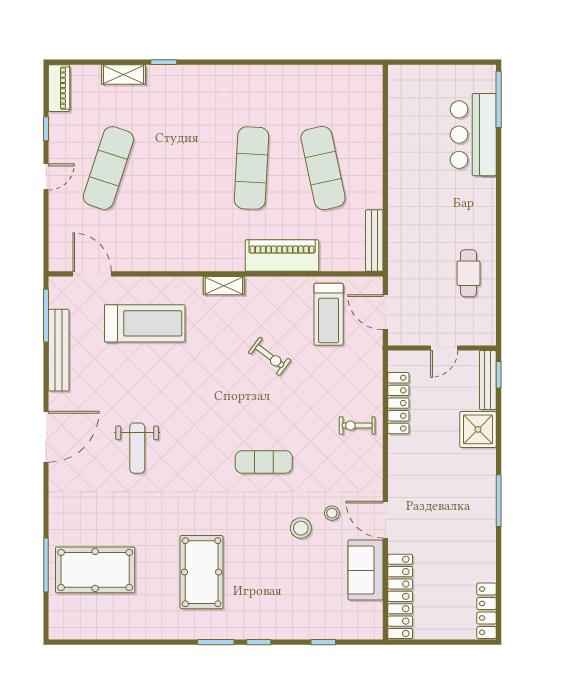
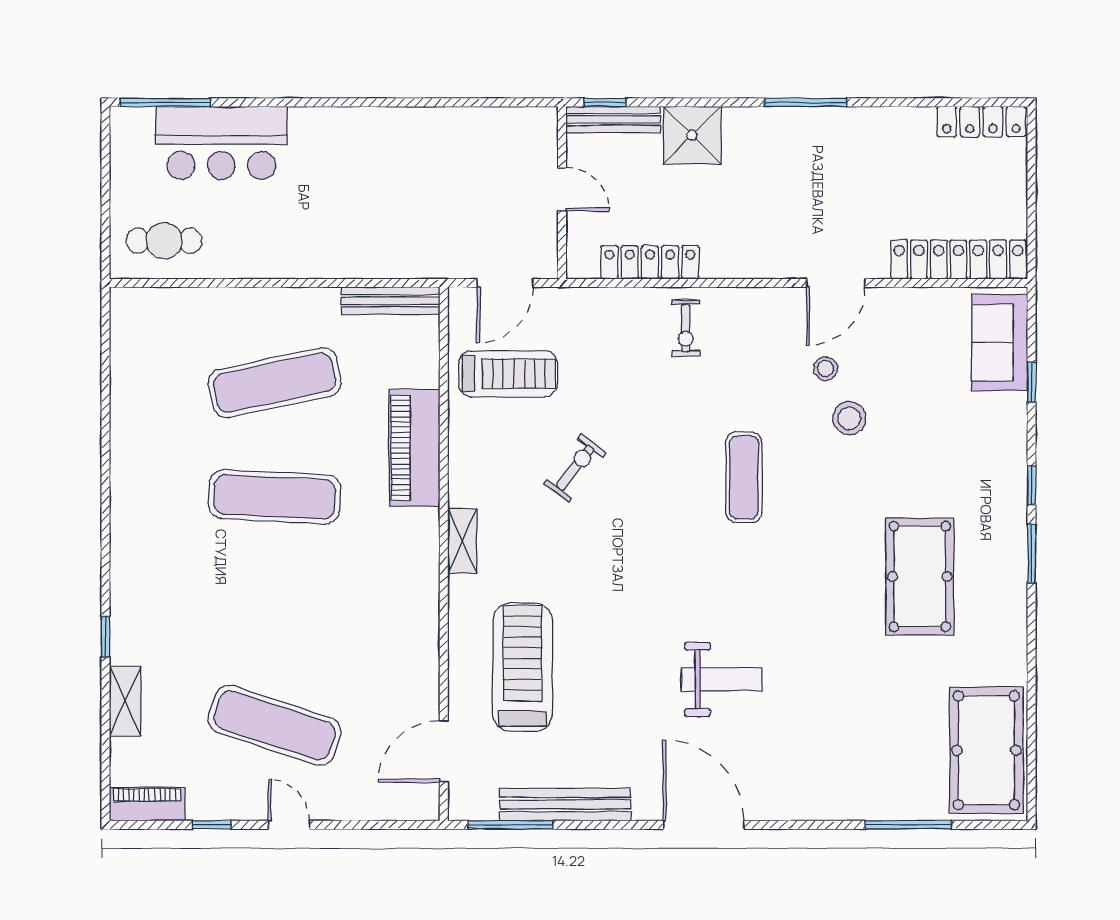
cafe table: (468, 273) -> (164, 241), moved
pool table: (95, 570) -> (986, 750), moved
sofa: (366, 570) -> (1000, 343), moved, turned 90
pool table: (202, 572) -> (920, 577), turned 90

